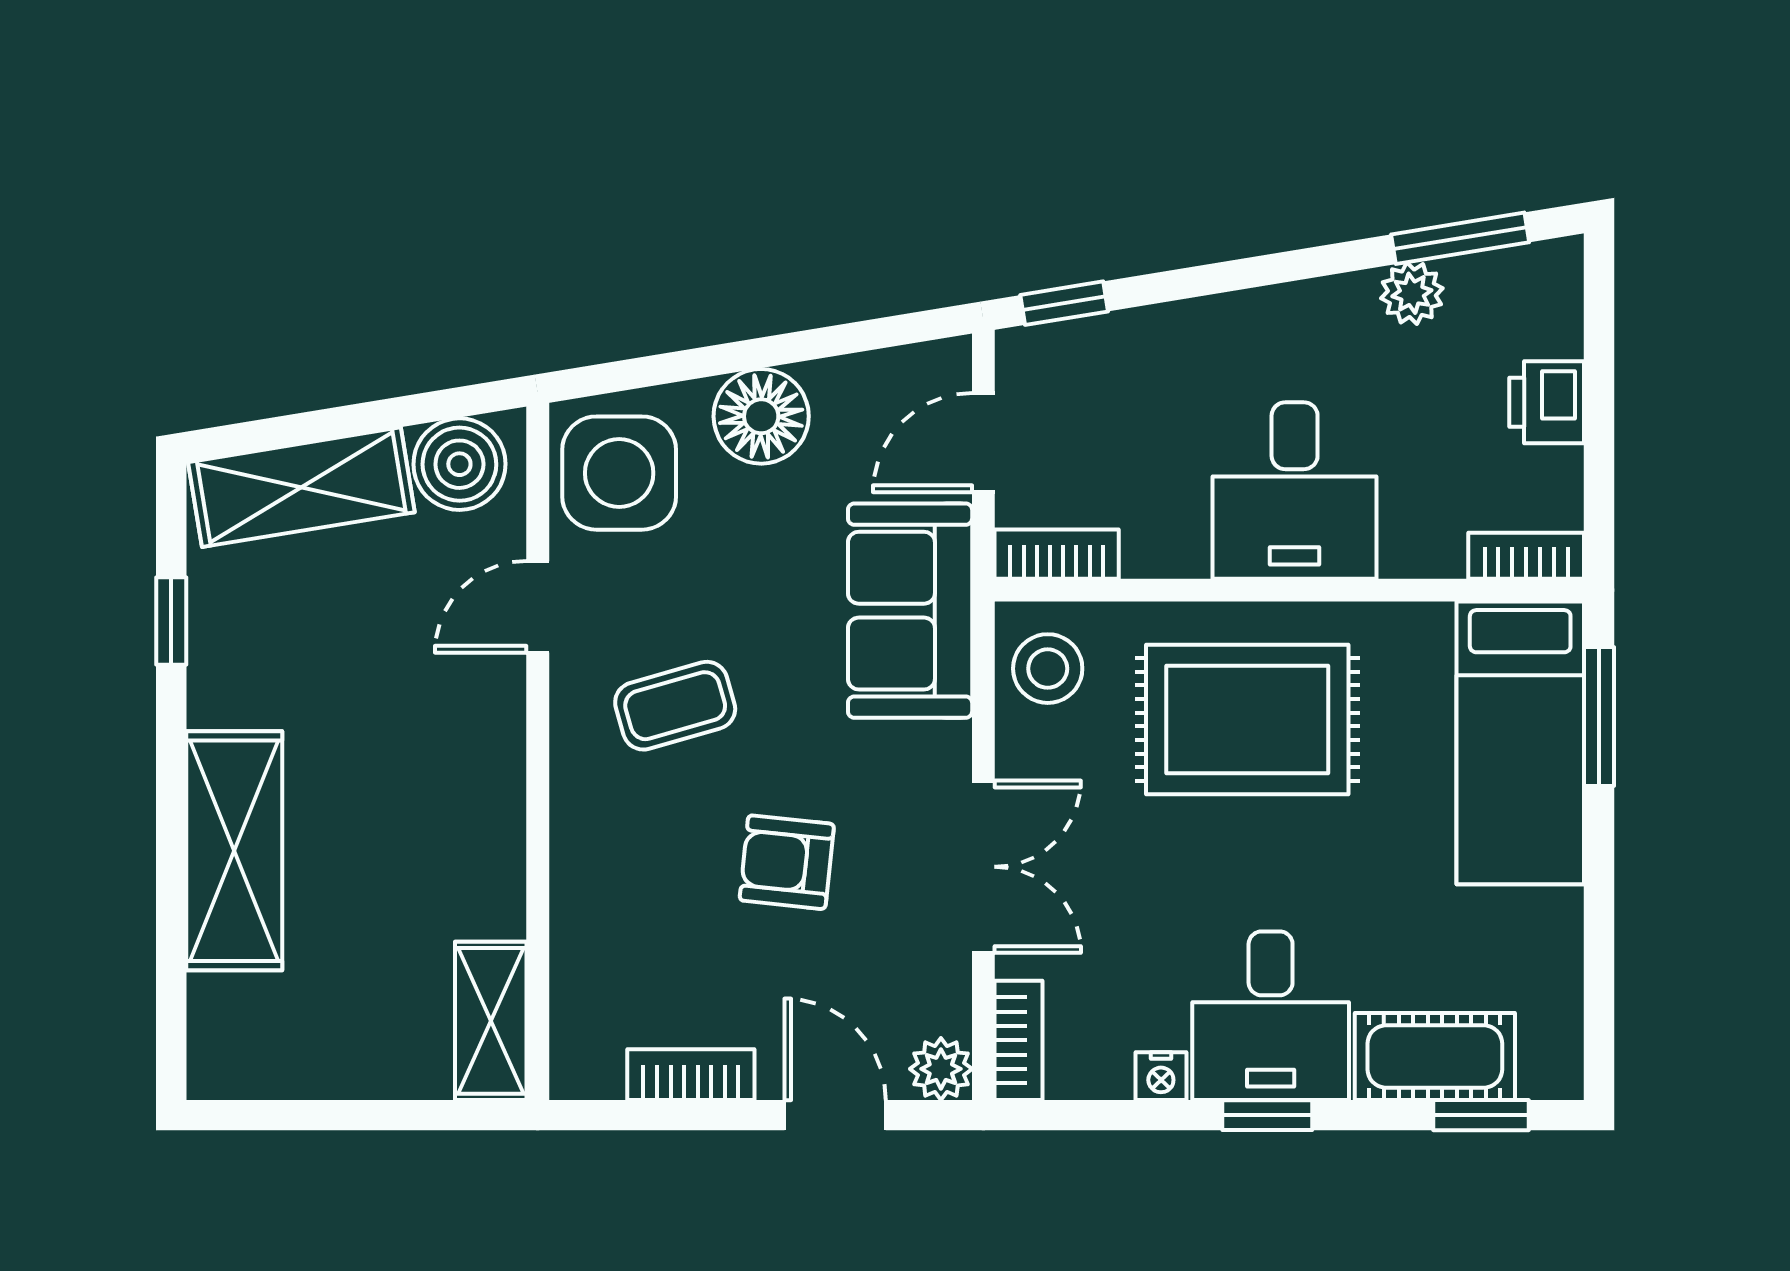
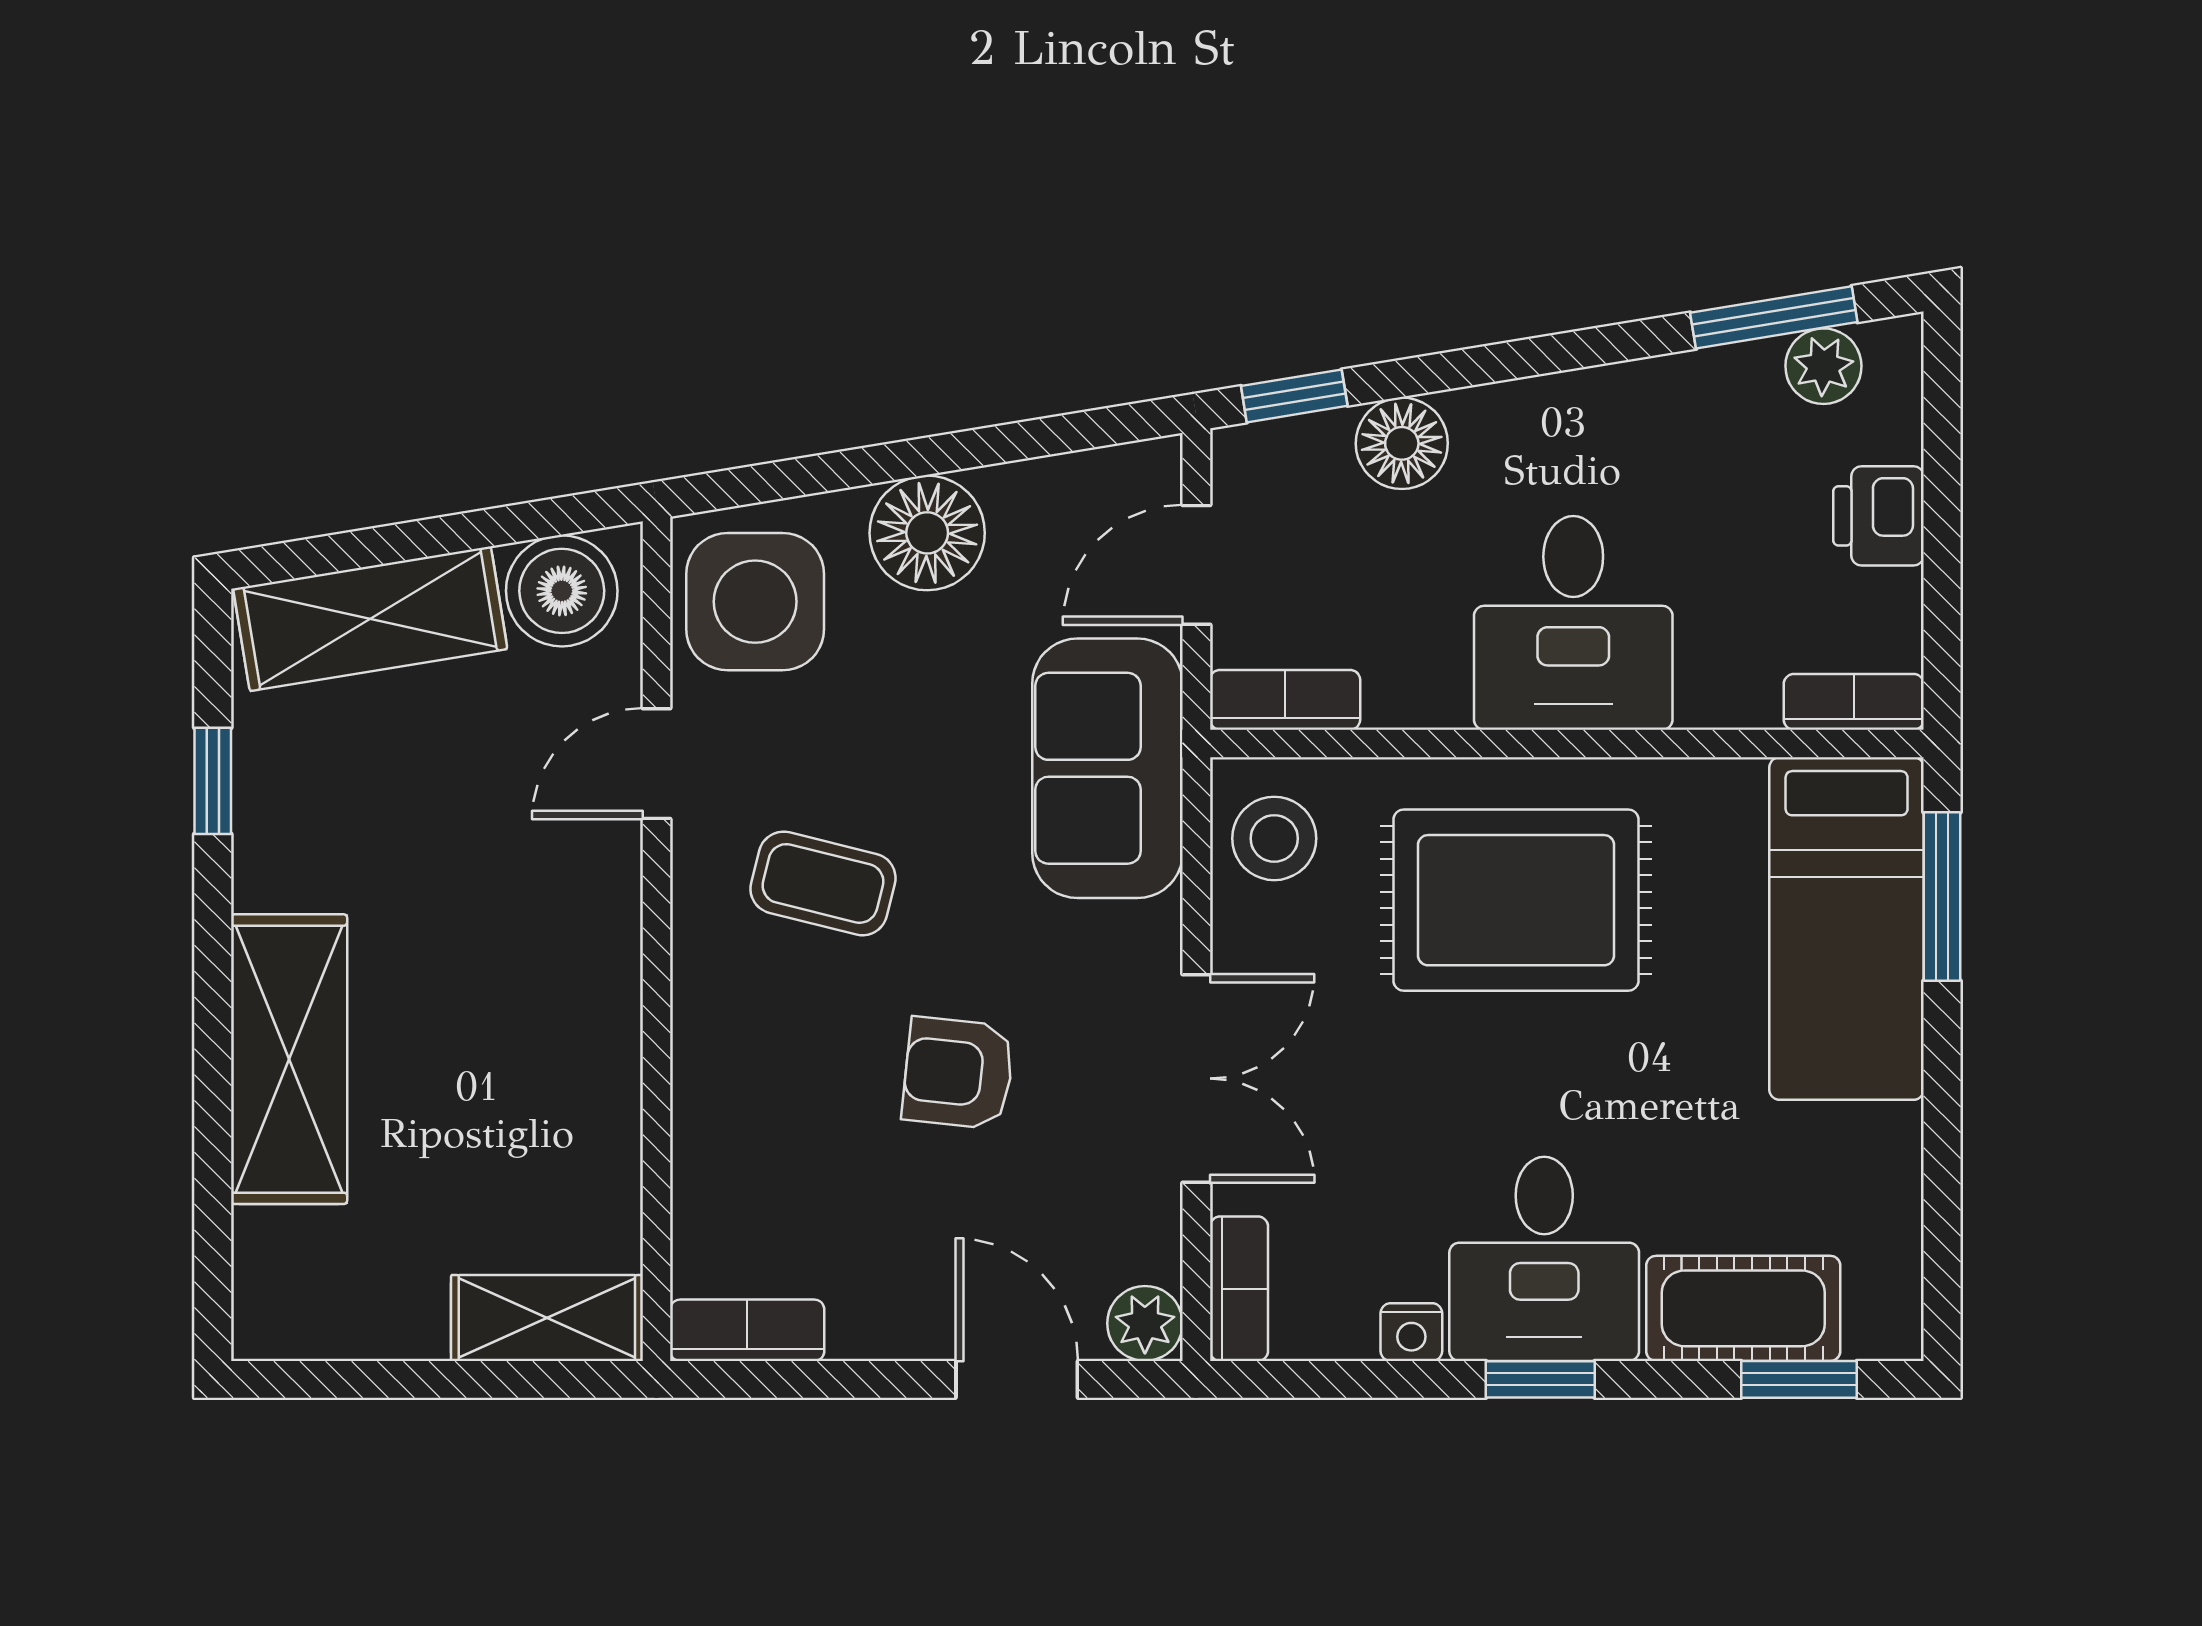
plant: (1412, 293) -> (1823, 366), moved
floor lamp: (1153, 342) -> (1402, 443), added
coffee table: (675, 706) -> (823, 883), turned 30
shelving: (491, 1021) -> (547, 1318), moved, turned 90
bookcase: (691, 1075) -> (747, 1330), moved

